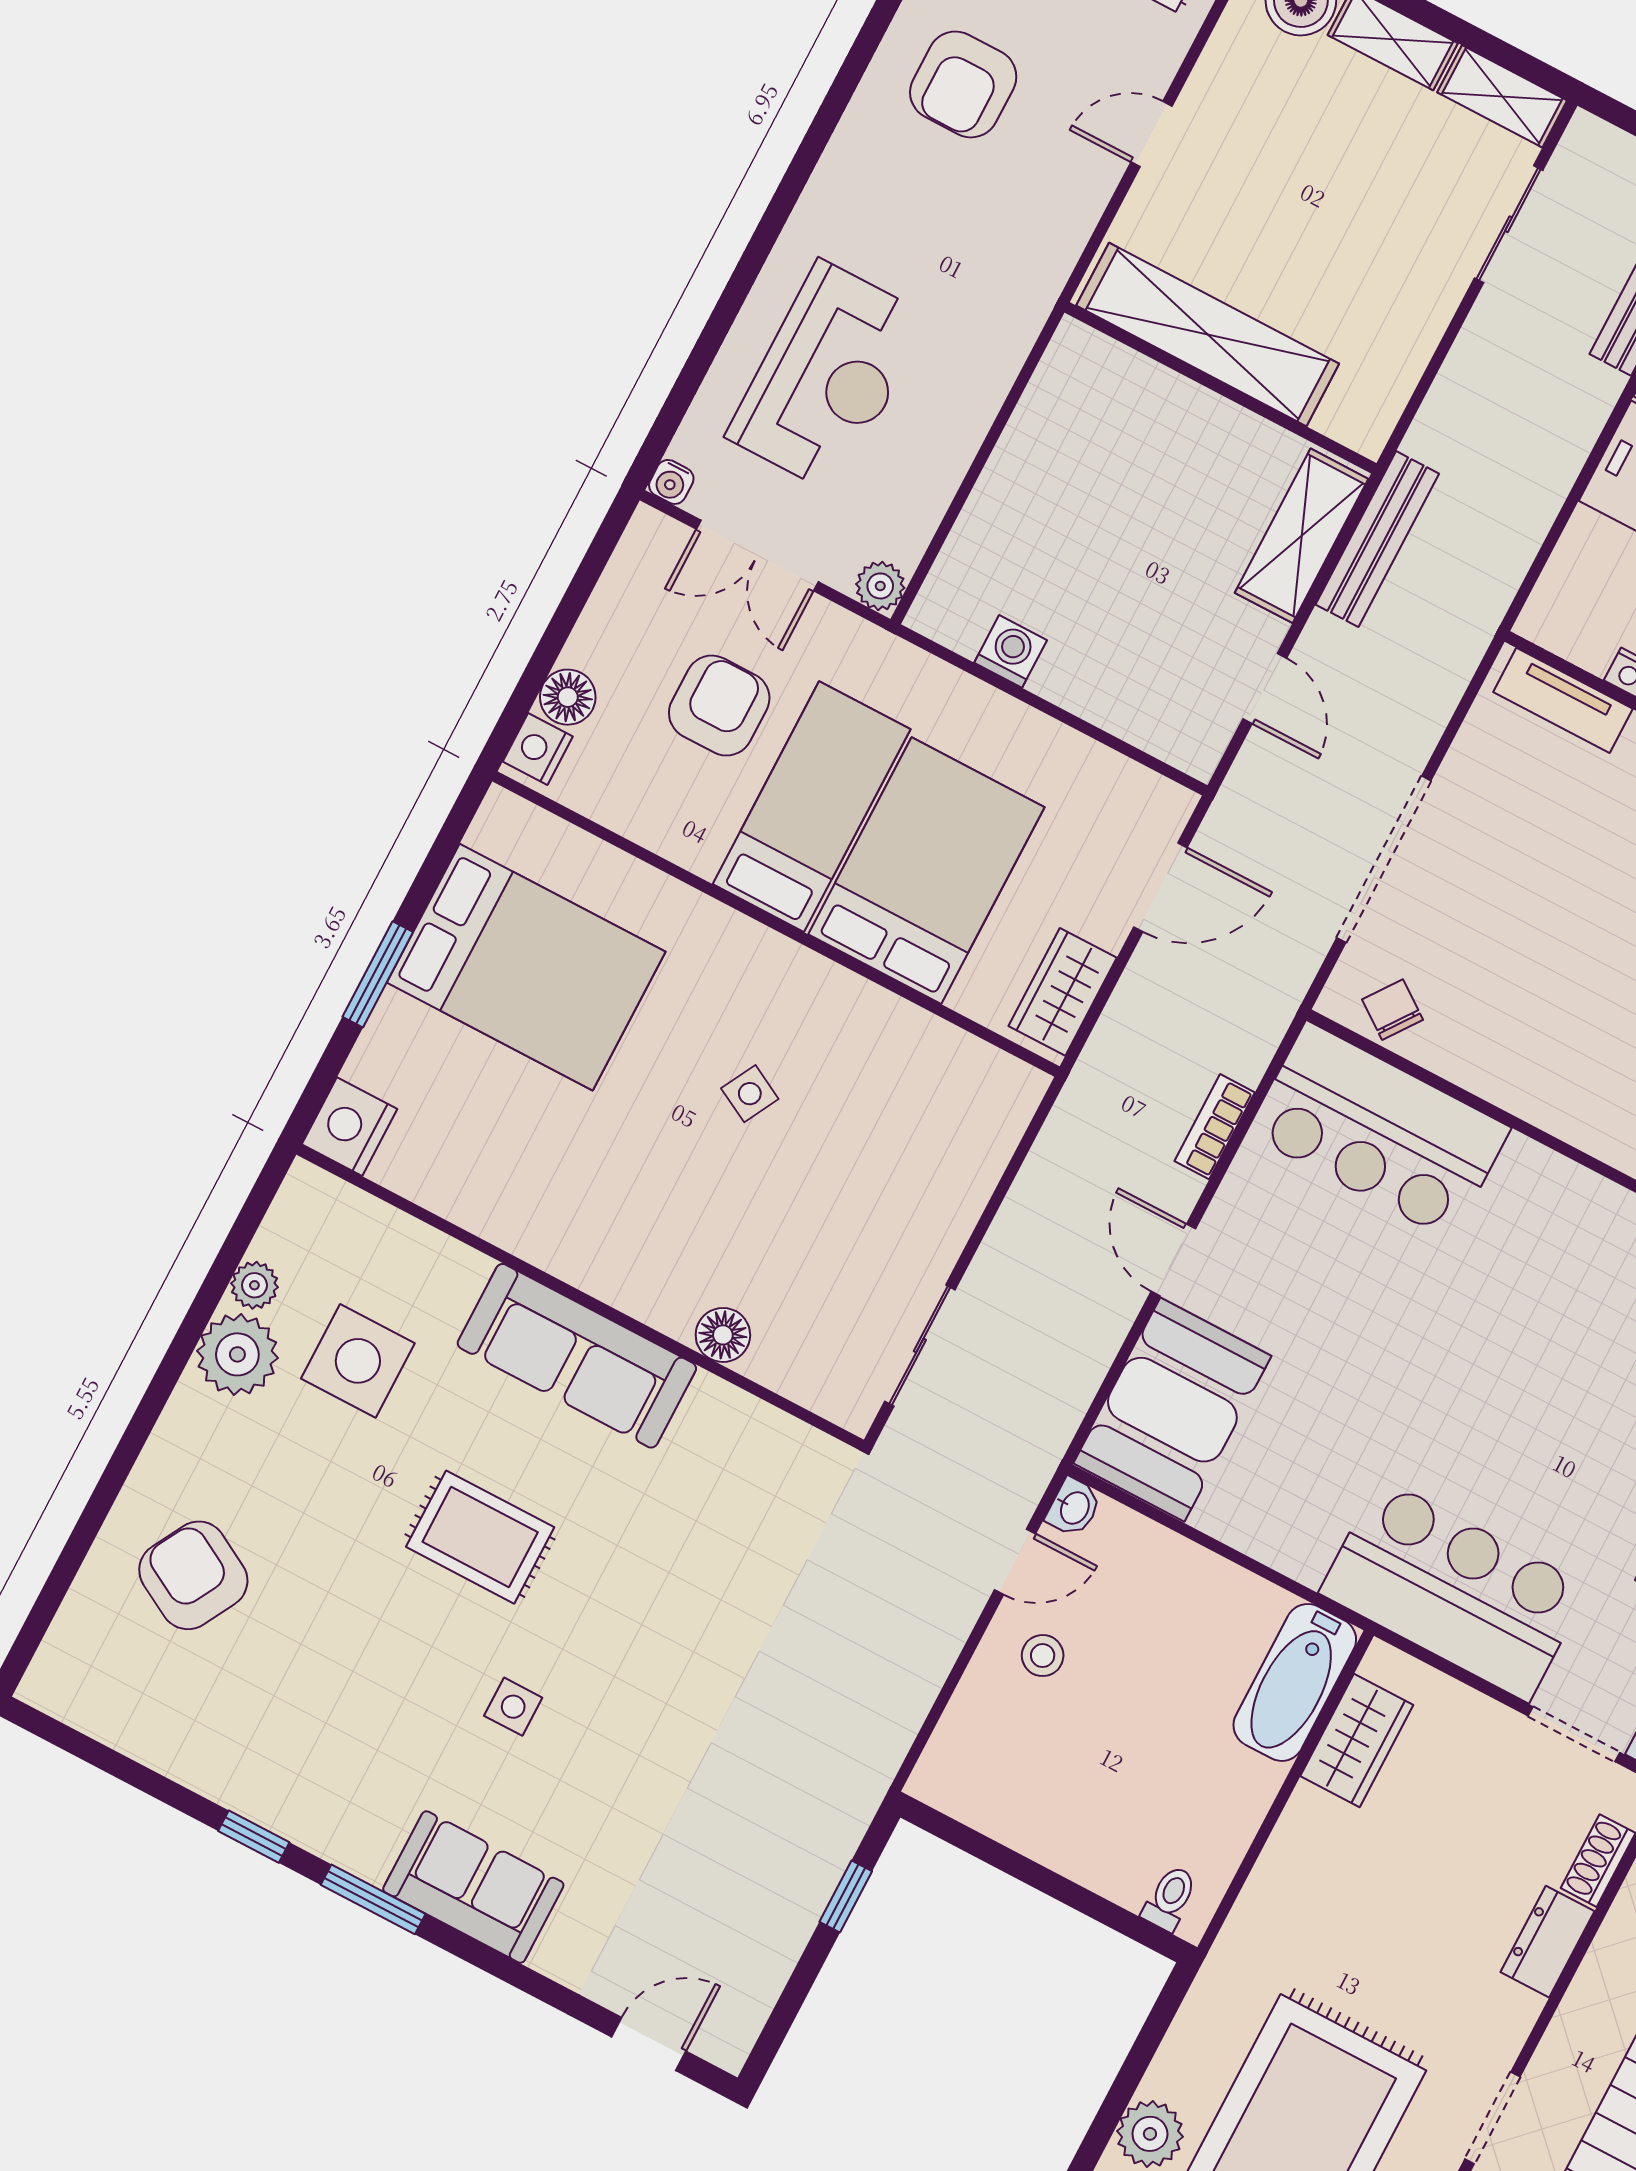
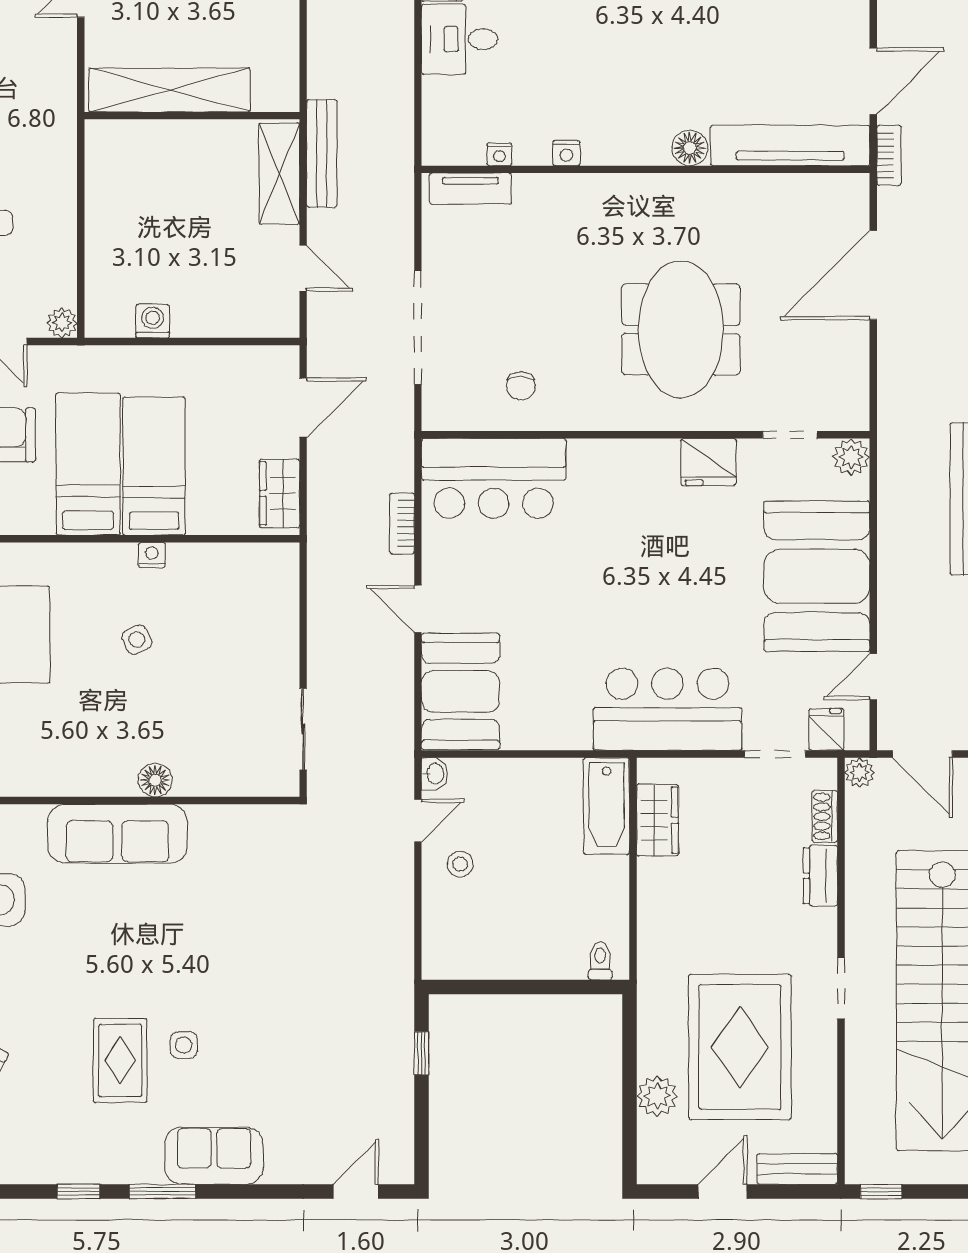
bed: (926, 871) -> (154, 466), width x0.67
nightstand: (834, 984) -> (152, 555), added
chair: (1393, 1010) -> (521, 386), moved, turned -126
side table: (750, 1094) -> (137, 640), turned 37
floor lamp: (723, 1335) -> (155, 780), moved
rug: (480, 1537) -> (120, 1060), moved, turned 90

